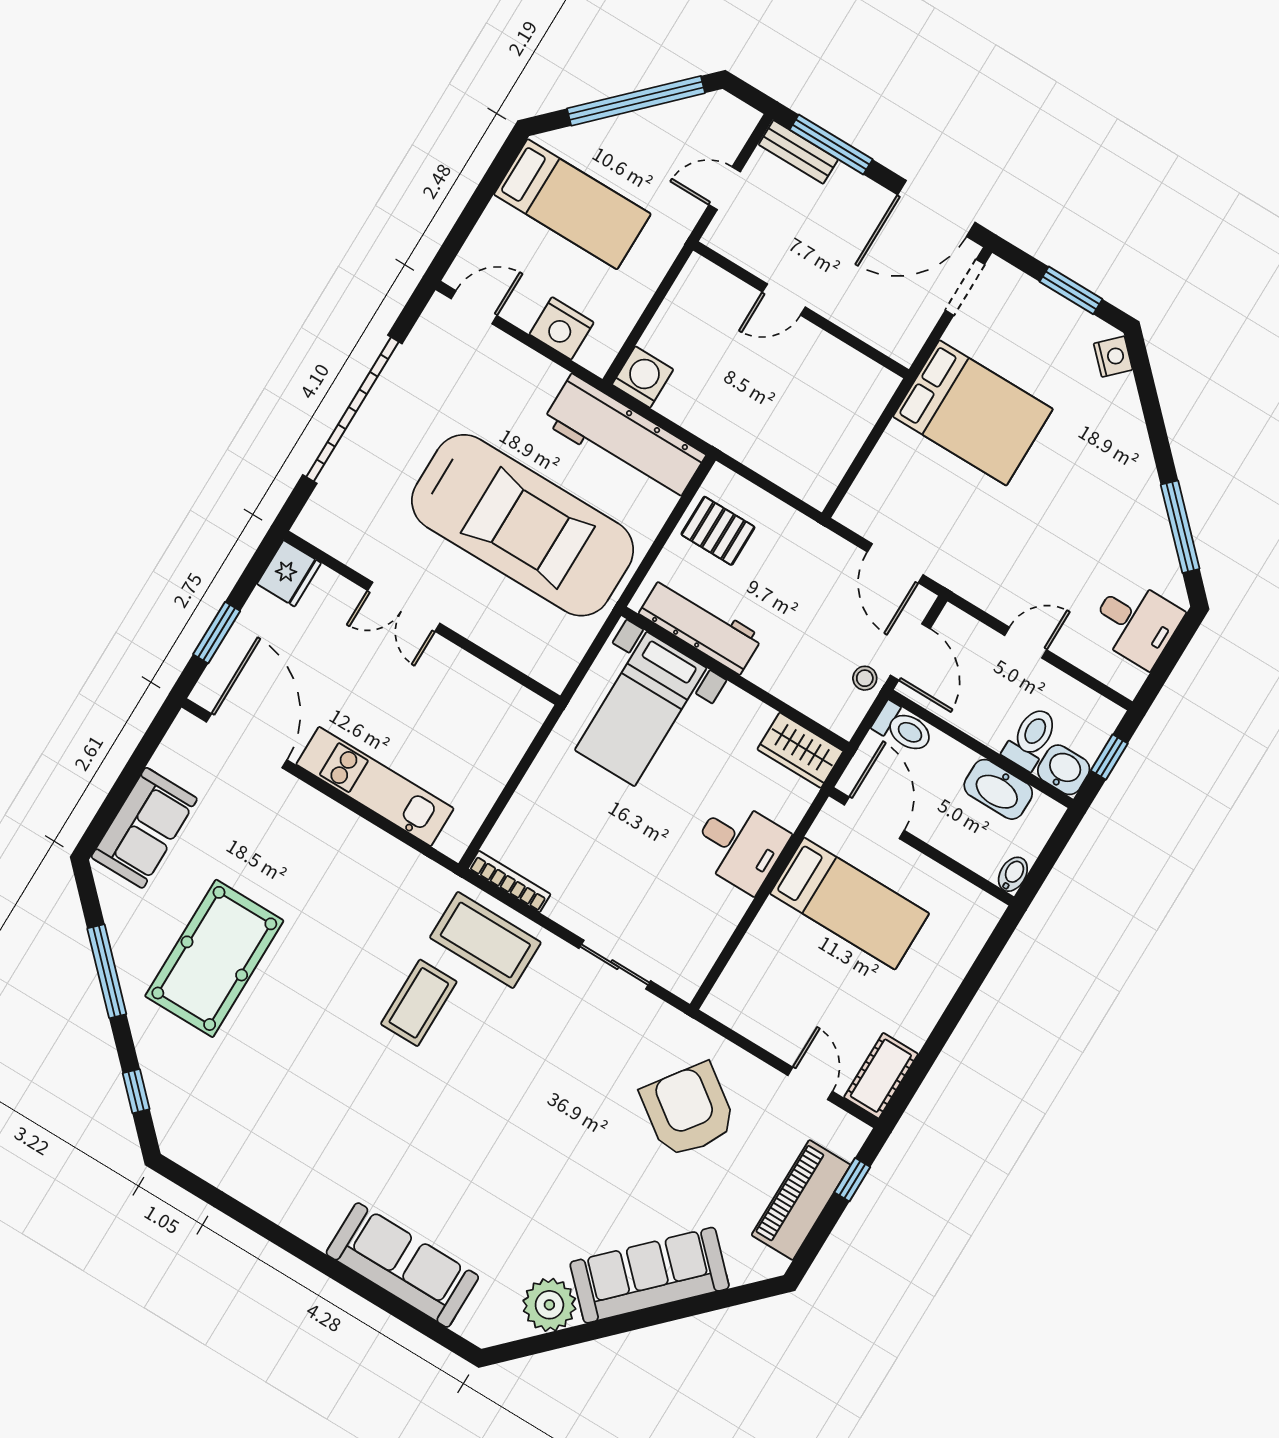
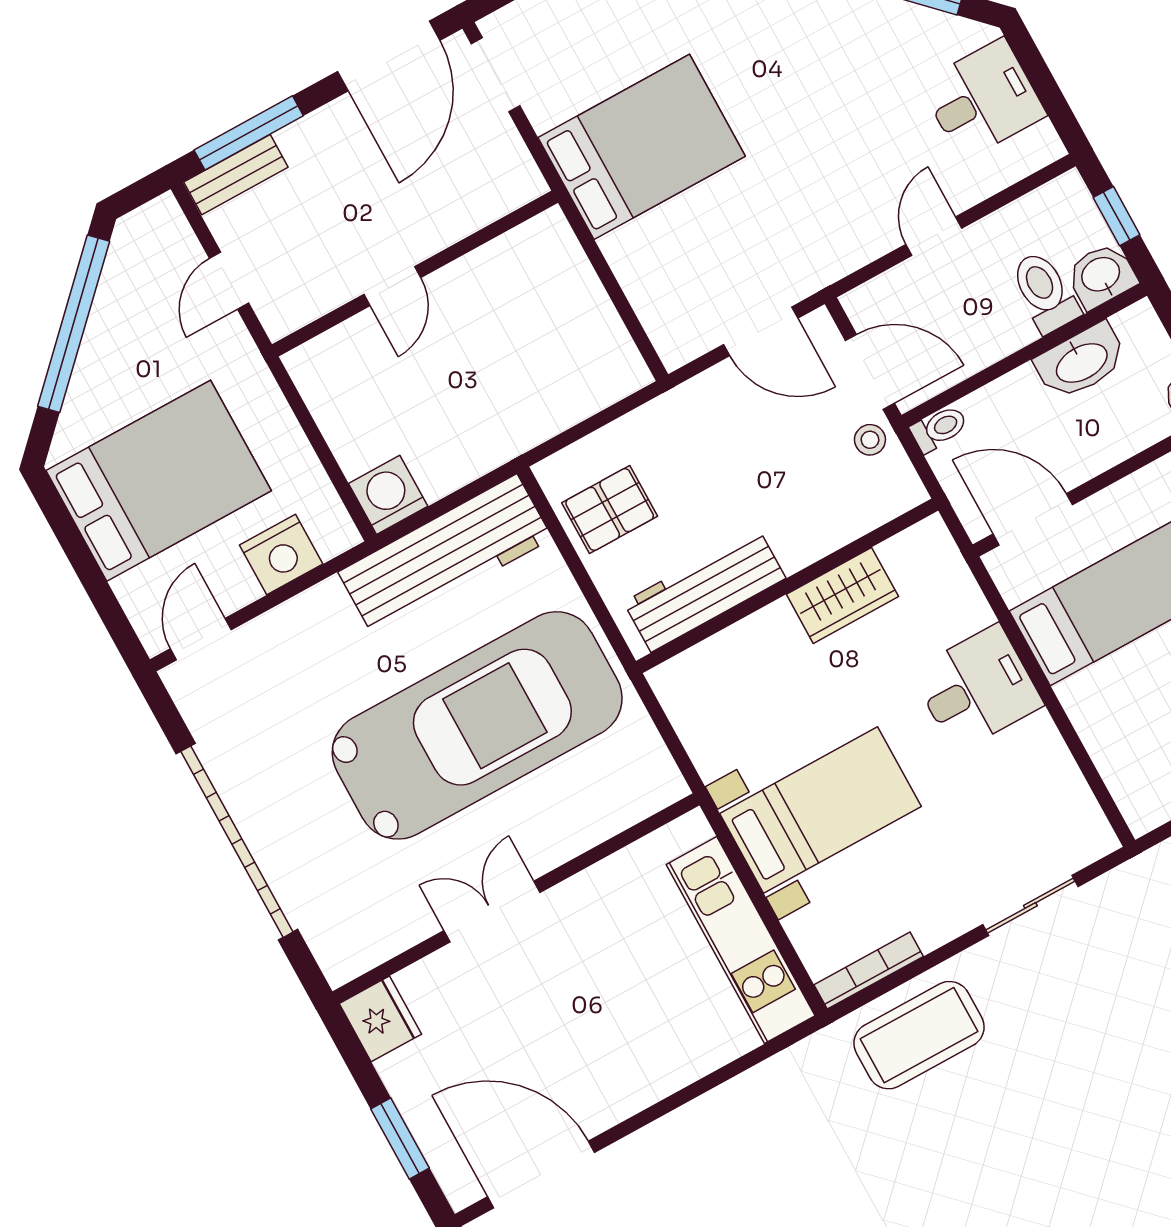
bed: (572, 204) -> (159, 481), width x1.50
double door: (404, 607) -> (492, 911), swing flipped
bed with nightstands: (641, 709) -> (821, 810), moved, turned -90
toilet: (903, 728) -> (939, 428), width x0.73, depth x0.72
wardrobe: (800, 750) -> (842, 595), moved
kitchen unit: (375, 786) -> (741, 940), moved, turned -90
coffee table: (419, 1003) -> (947, 1150), removed

